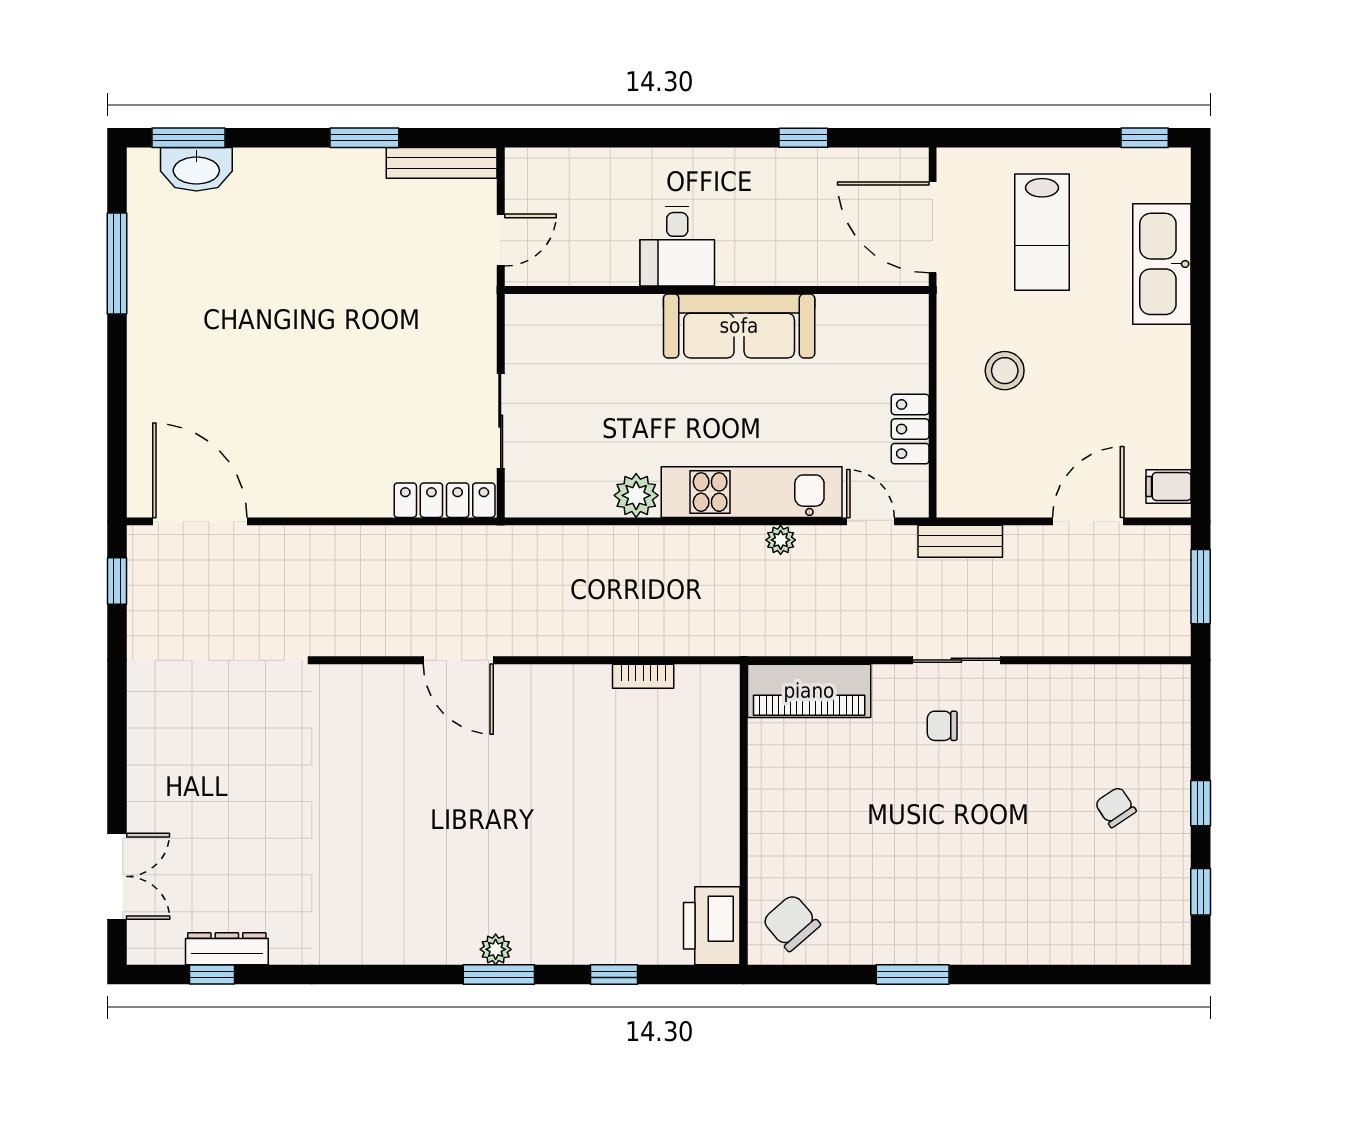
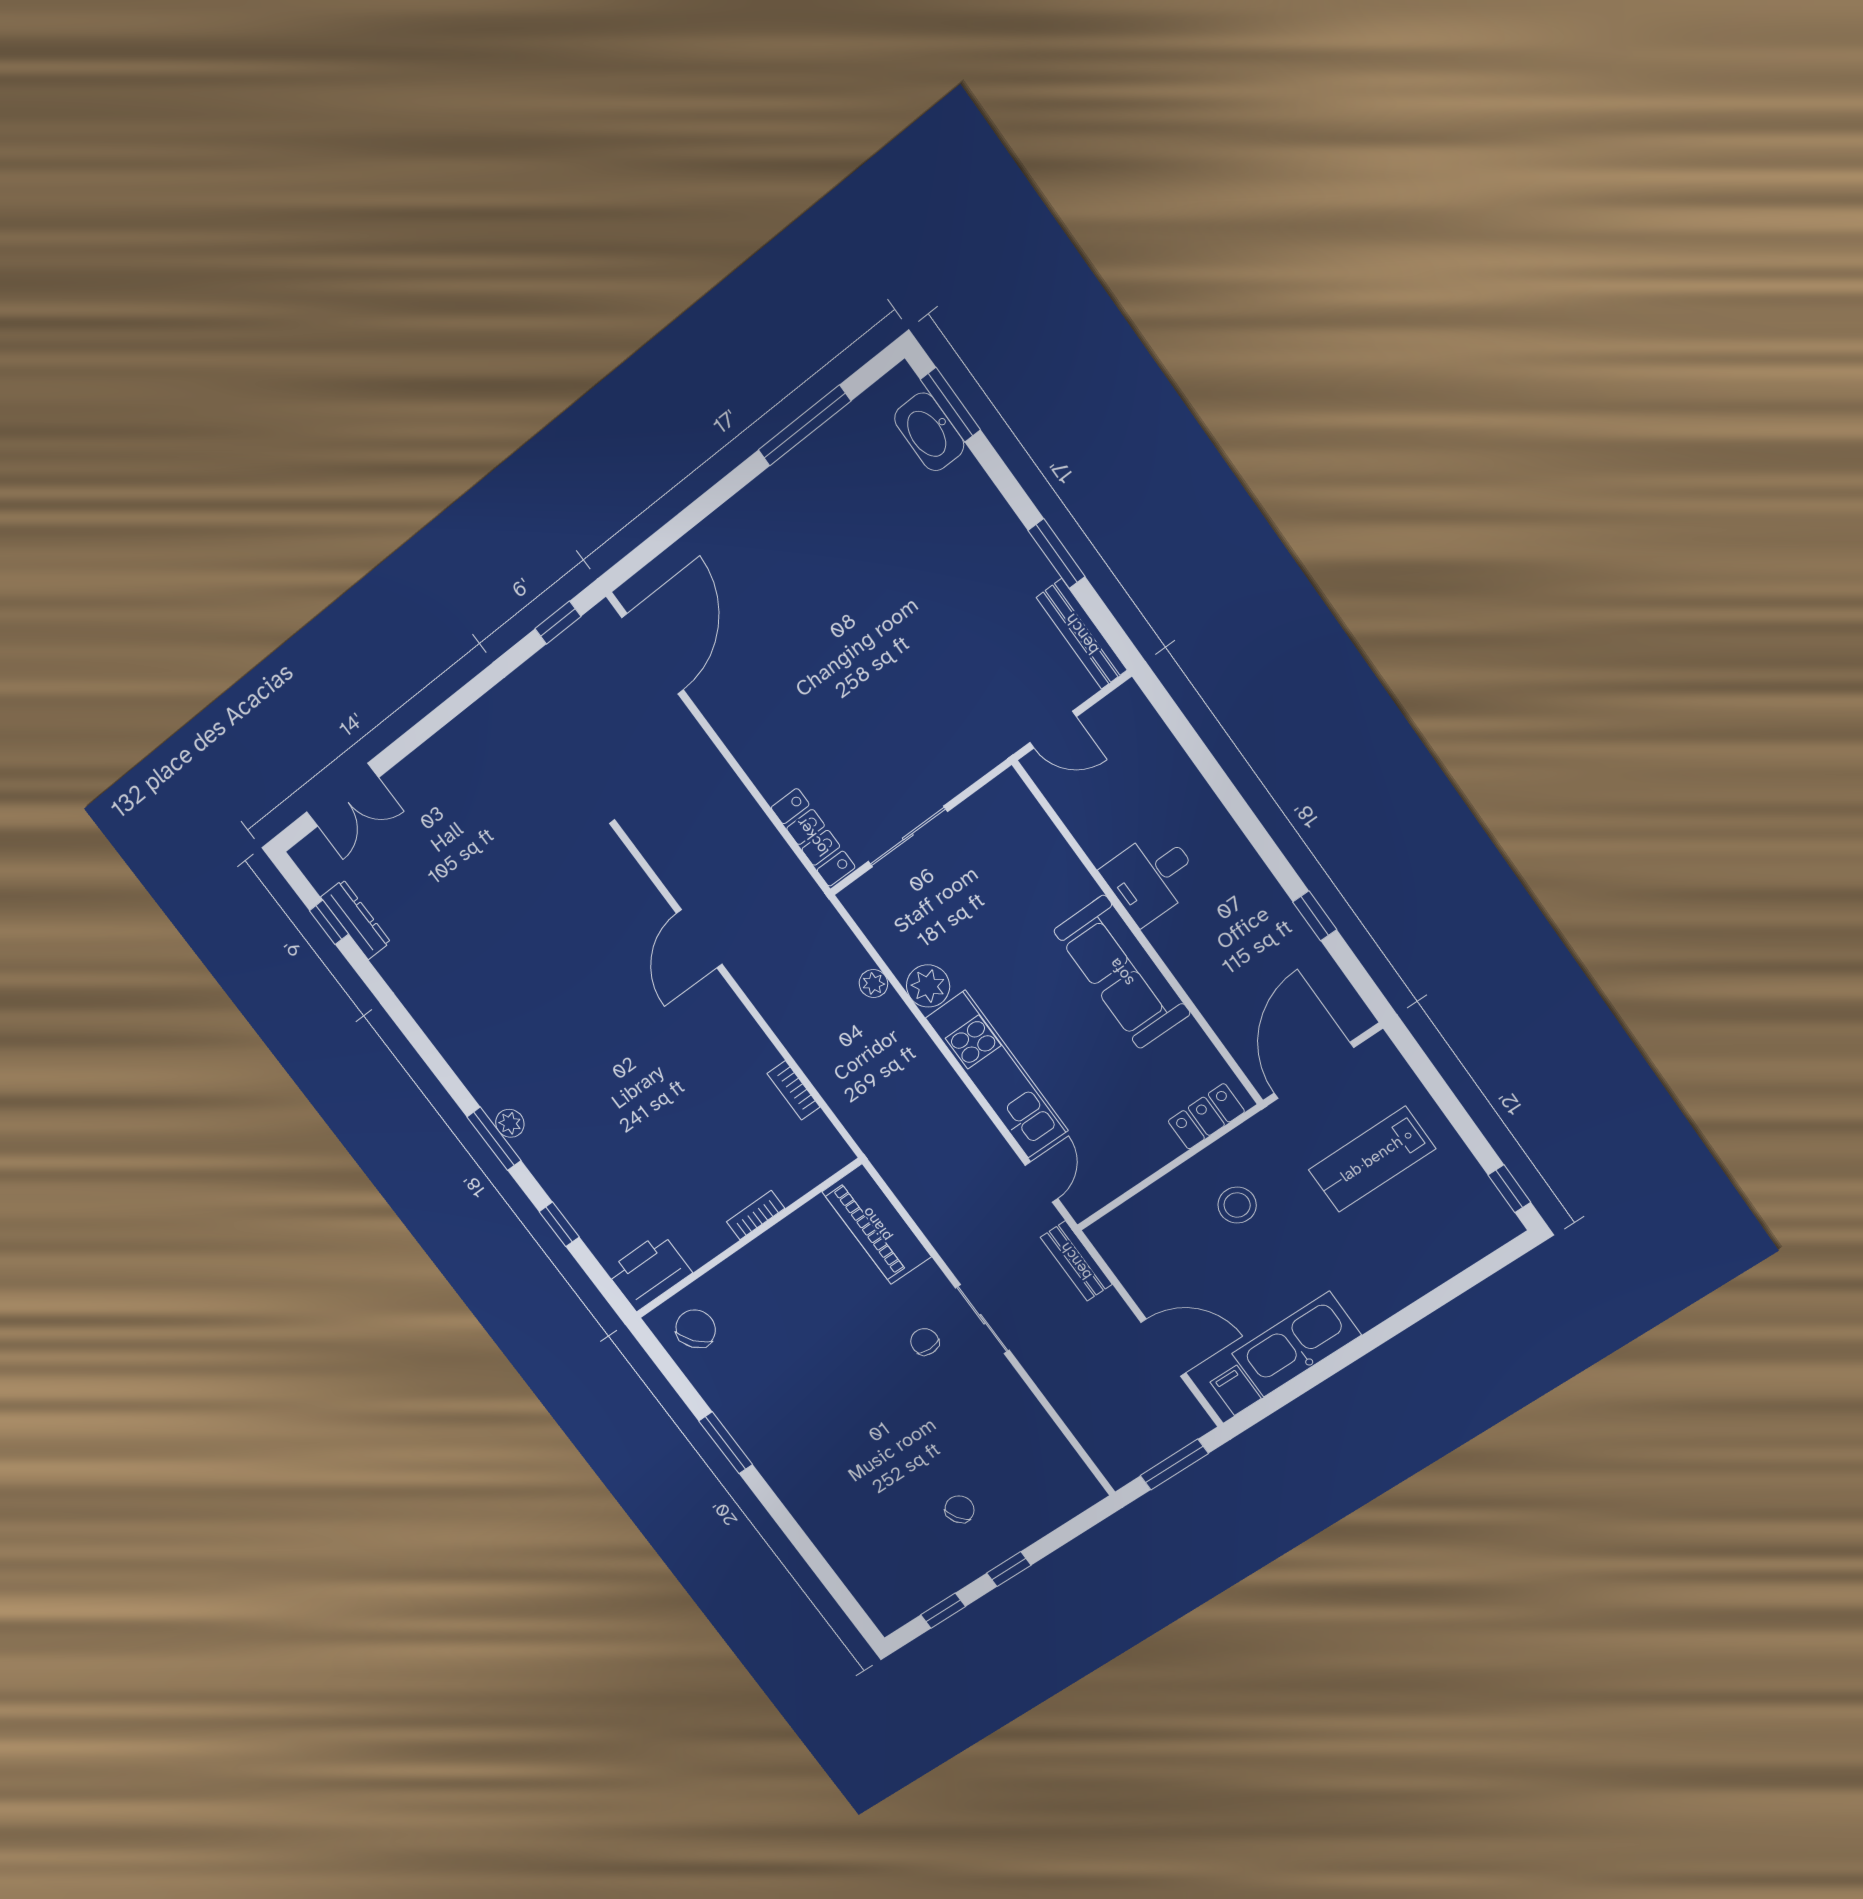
kitchen sink: (1162, 264) -> (1296, 1344), moved
locker: (910, 429) -> (1206, 1116), moved
plant: (781, 540) -> (873, 984), moved
bookcase: (728, 792) -> (756, 1215), added

